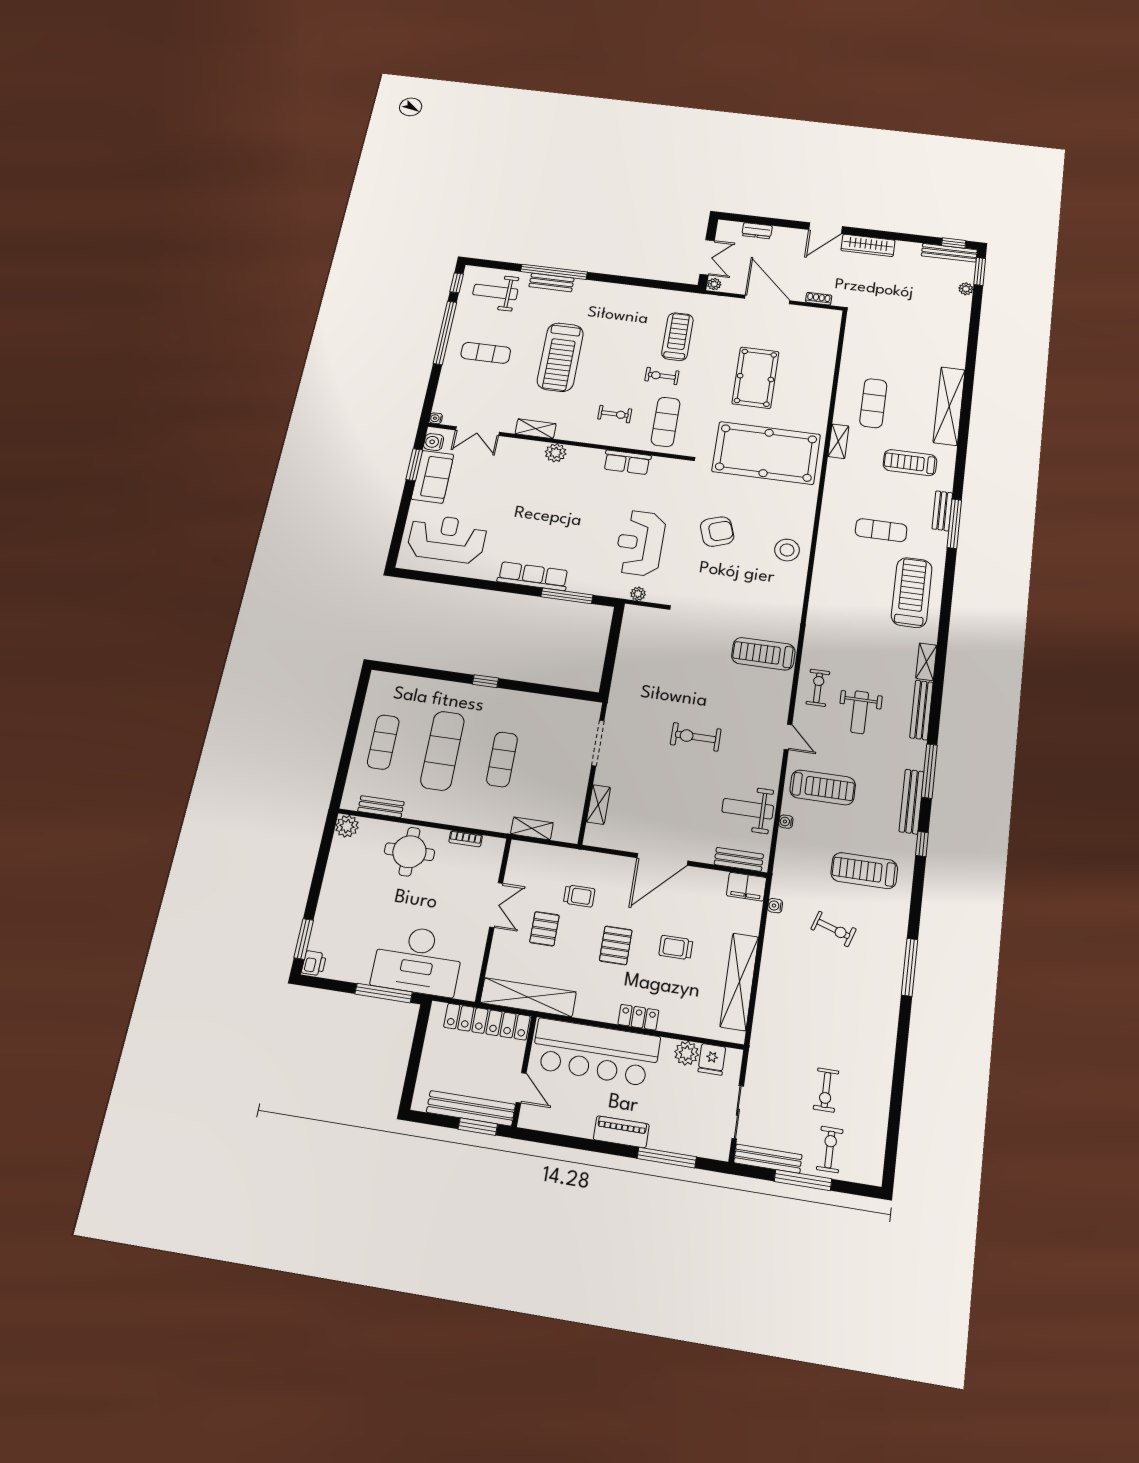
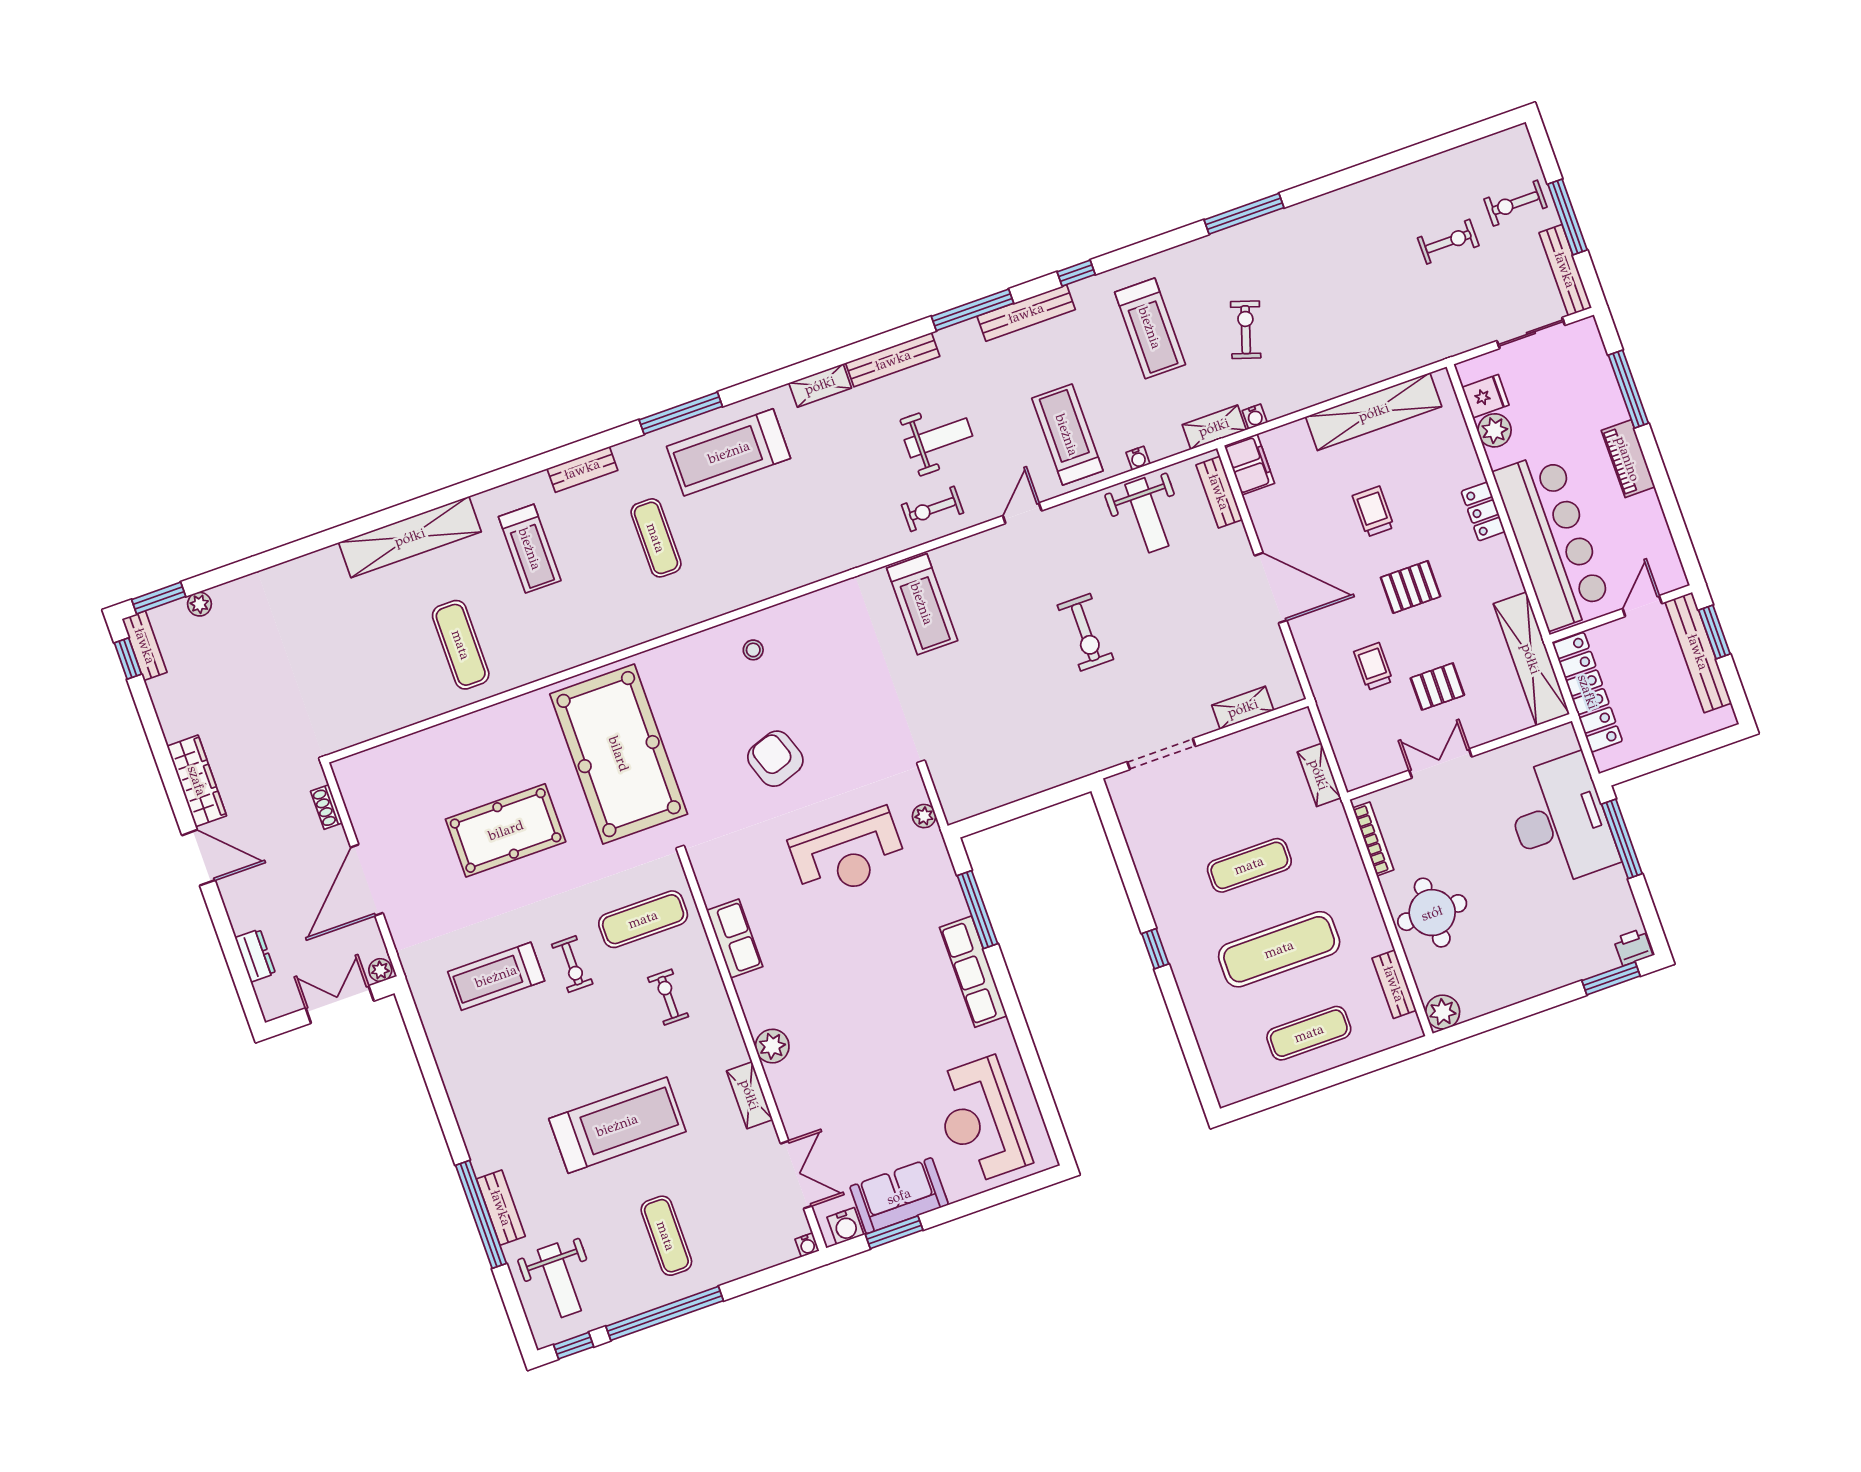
bench: (949, 253) -> (145, 646), width x0.73
exercise mat: (873, 403) -> (461, 645), turned 90
shelving: (838, 441) -> (1214, 427), moved
window: (954, 524) -> (681, 413), moved
stool: (787, 550) -> (753, 650), width x0.53, depth x0.53
bookcase: (466, 839) -> (1373, 839), width x1.56
trolley: (676, 947) -> (1373, 512), turned 180

